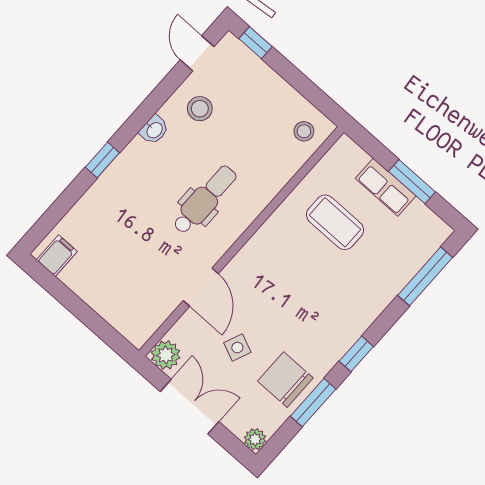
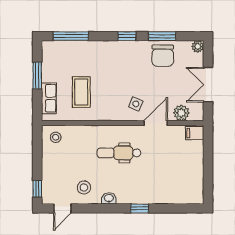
row of seats: (386, 187) -> (49, 98), moved
filing cabinet: (57, 256) -> (195, 133), moved
side table: (237, 348) -> (136, 104), moved
plant: (166, 355) -> (181, 113), moved

